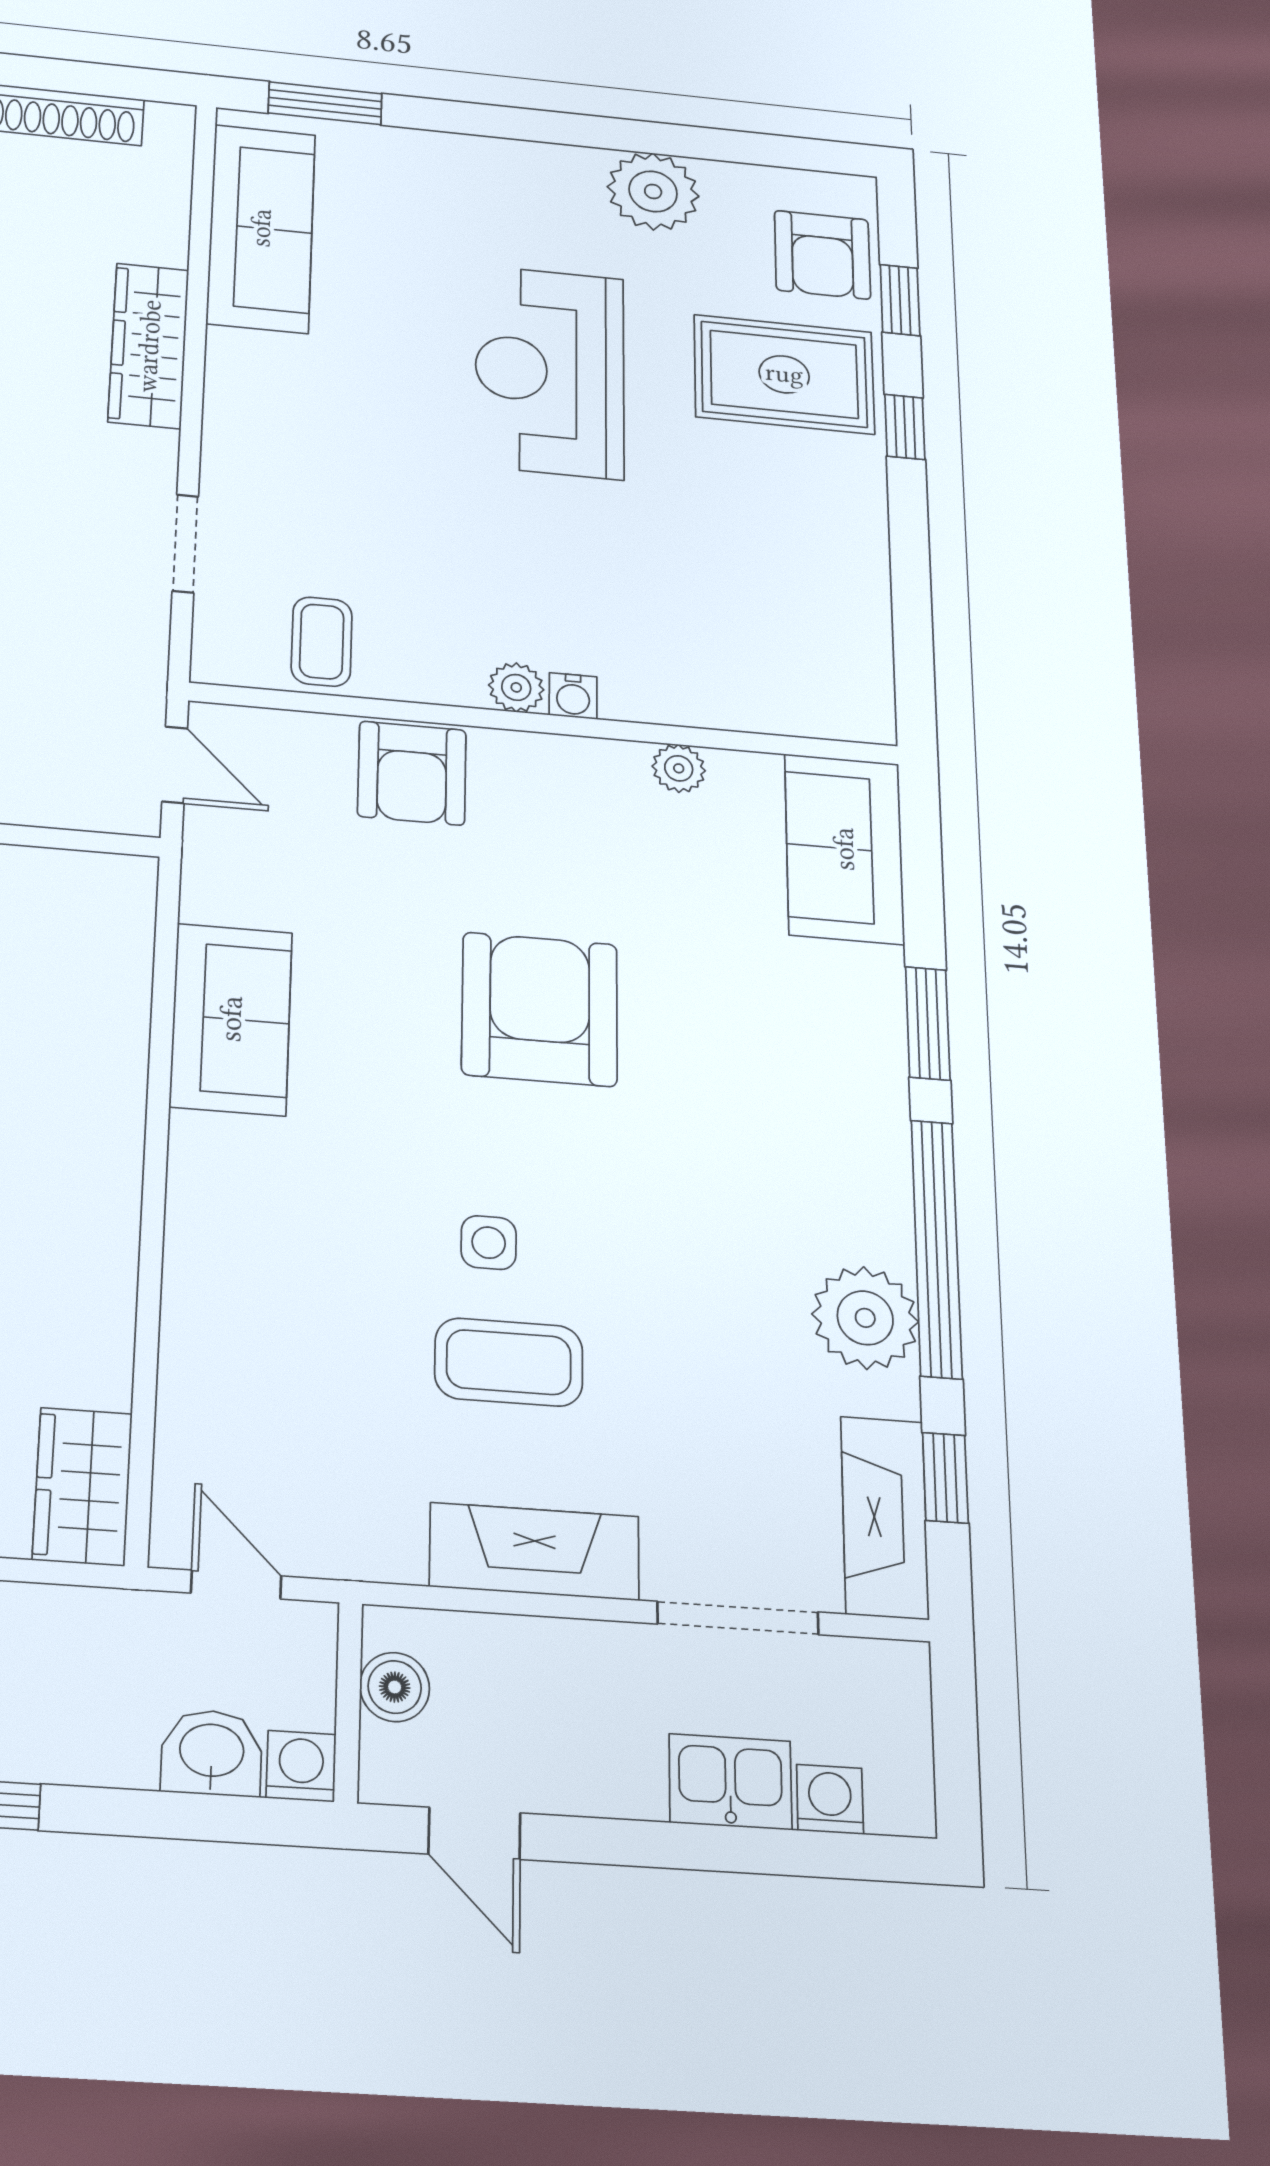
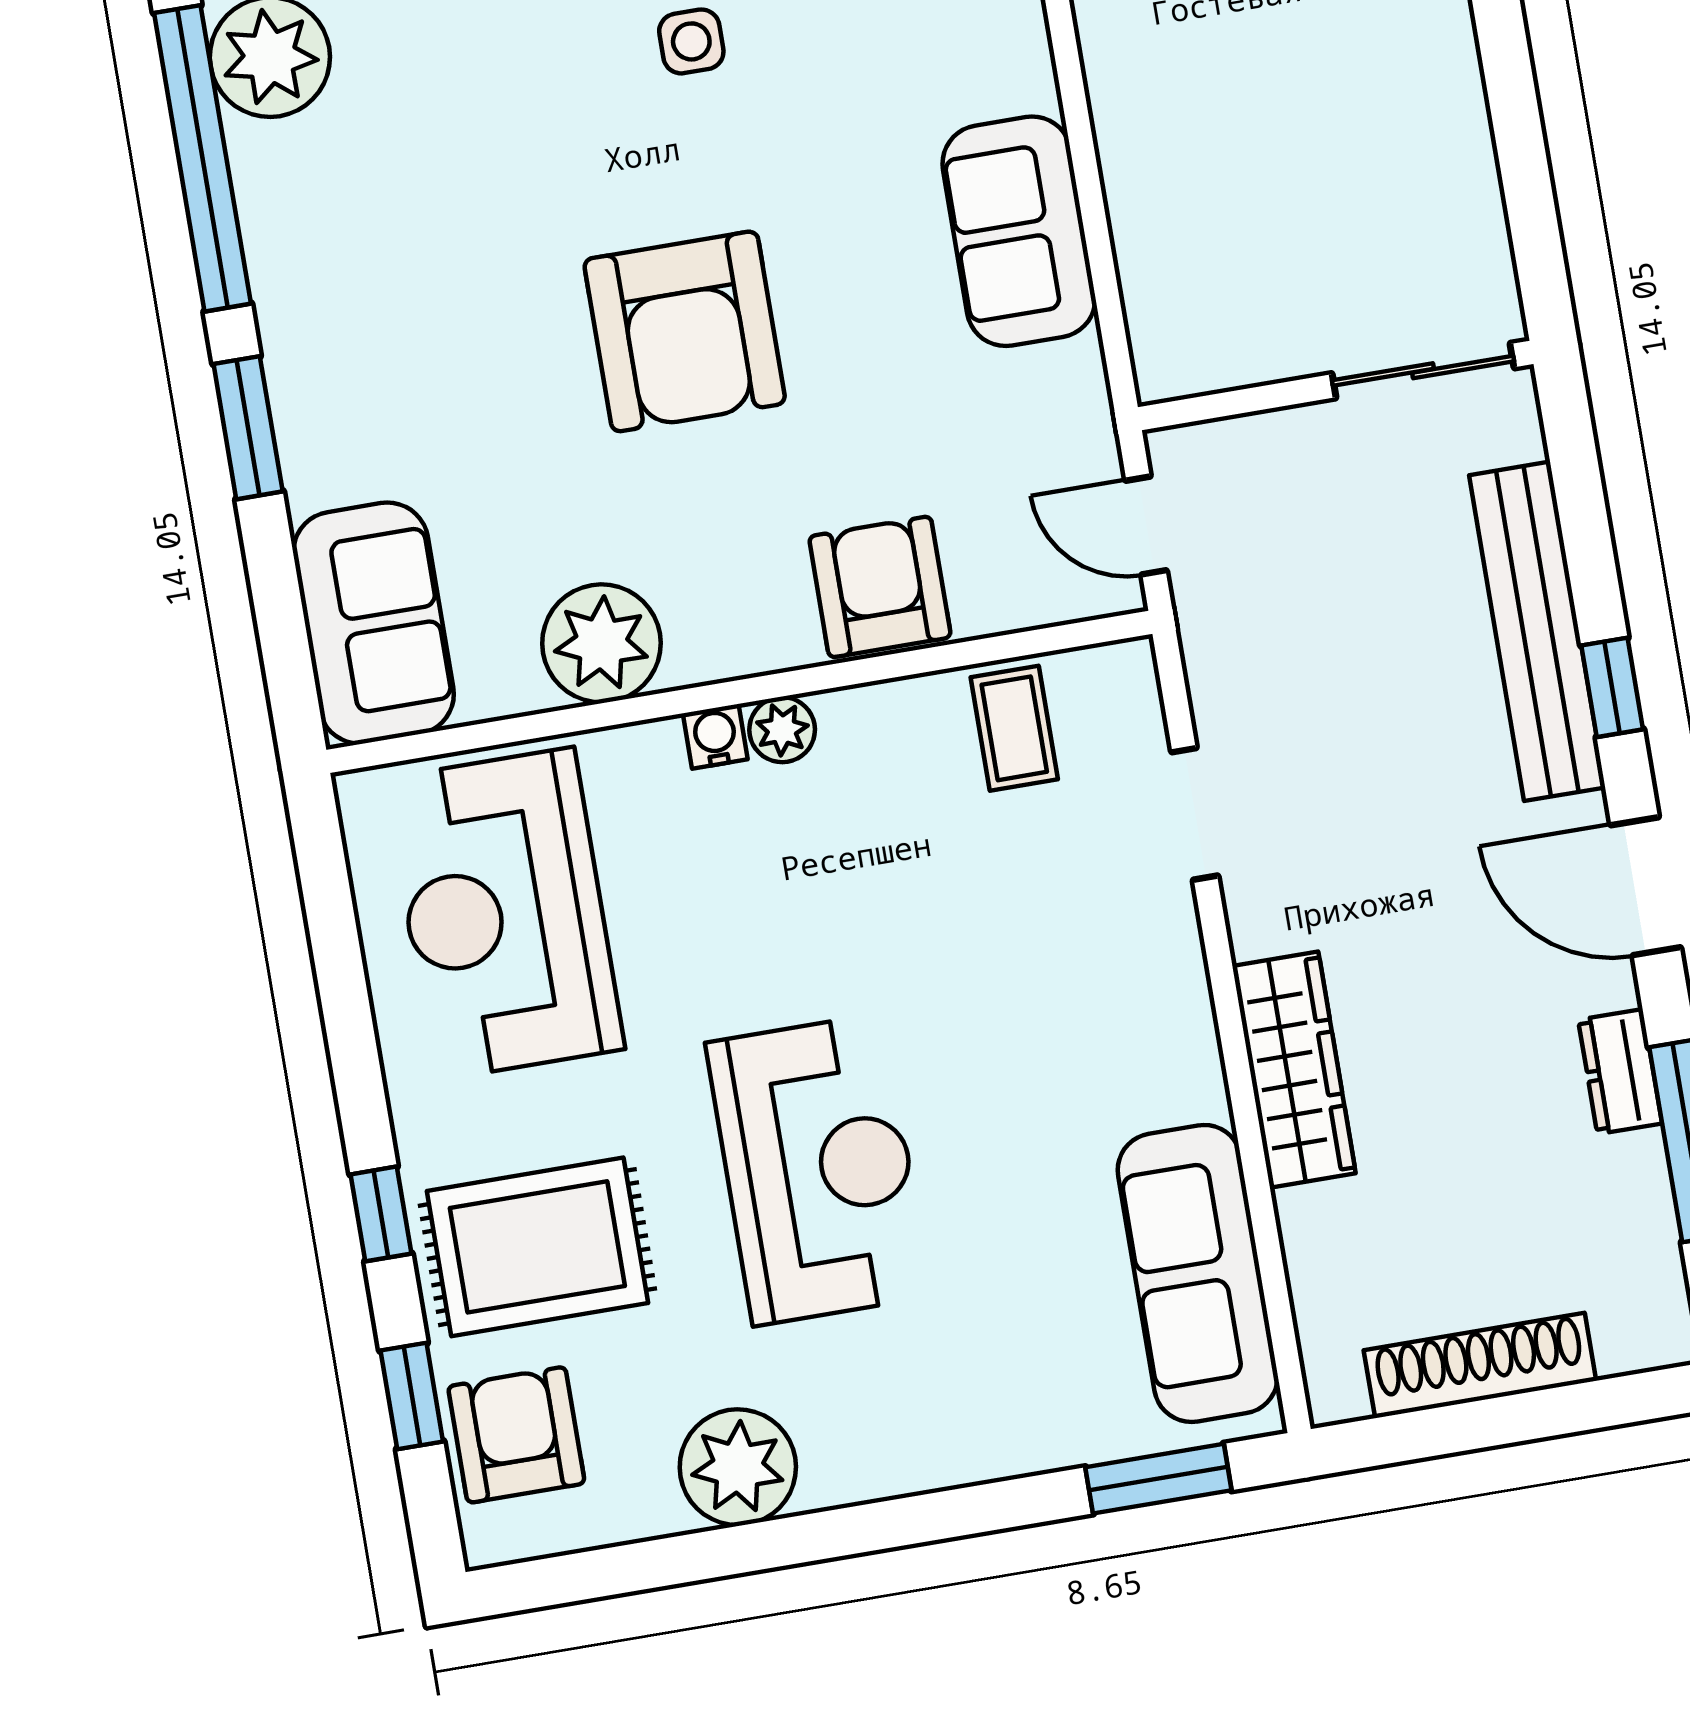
reception desk: (771, 610) -> (505, 914), added
plant: (679, 768) -> (601, 643), width x1.88, depth x1.88

